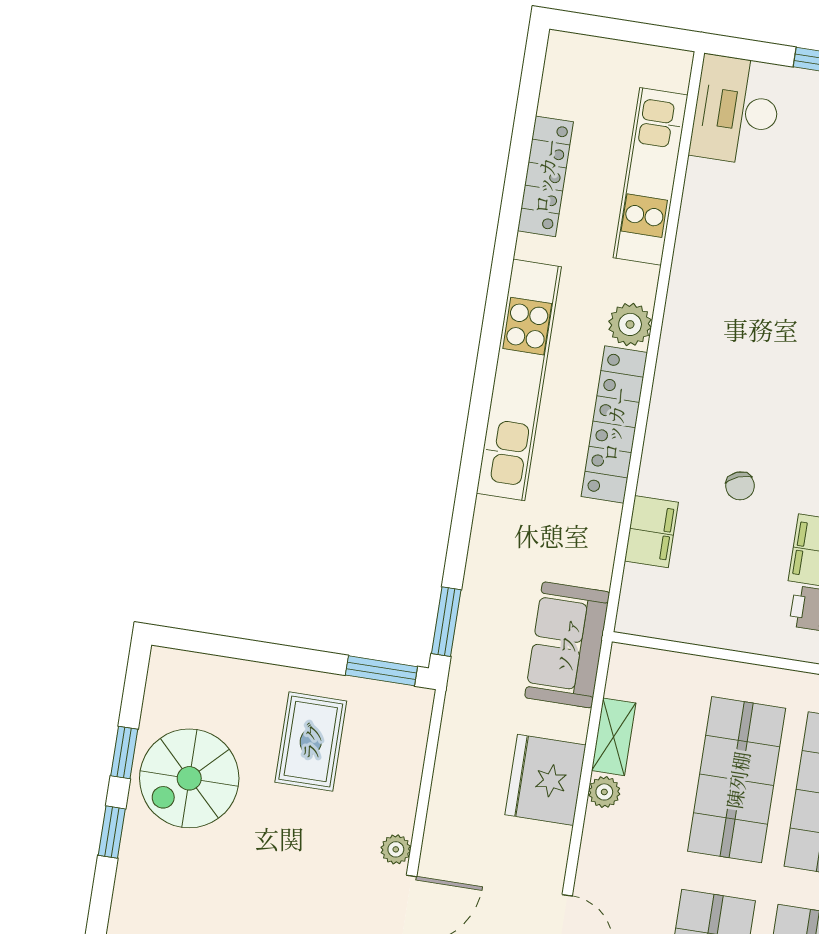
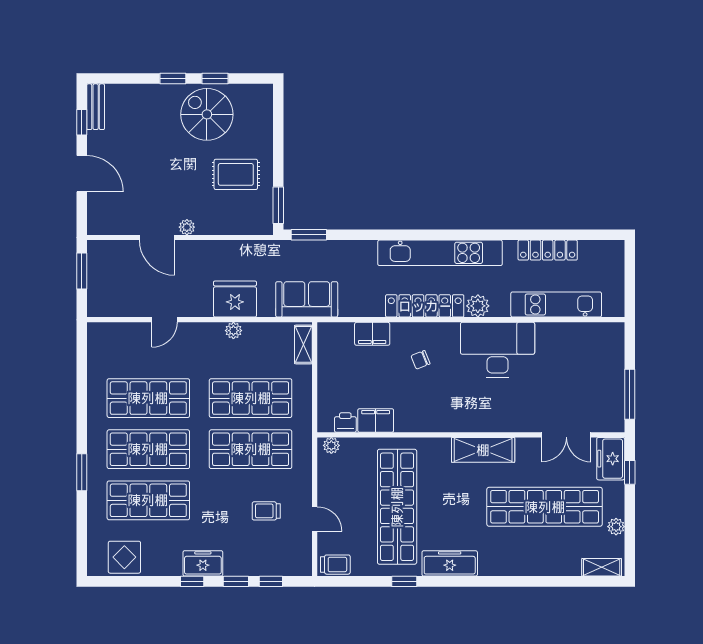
desk: (736, 110) -> (498, 350), moved, width x1.36, depth x1.30
chair: (740, 486) -> (421, 360), moved
shelving: (614, 737) -> (303, 344), moved, turned 90

